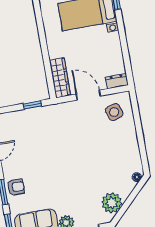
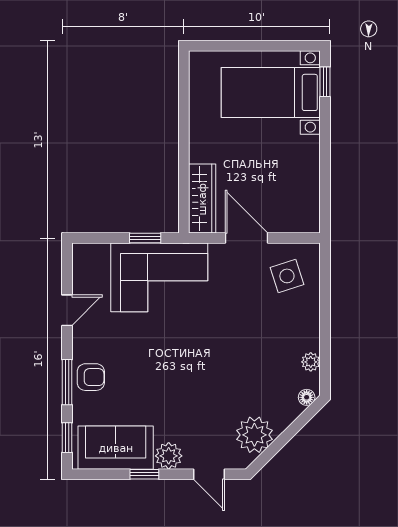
dresser: (117, 81) -> (301, 222), removed
corner sofa: (44, 125) -> (159, 277), added
plant: (136, 157) -> (311, 362), added

